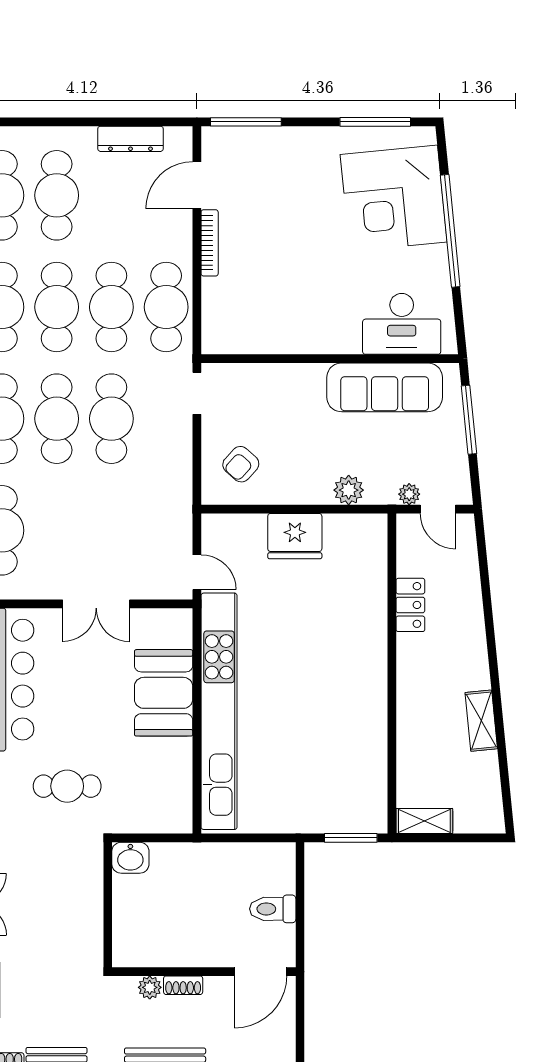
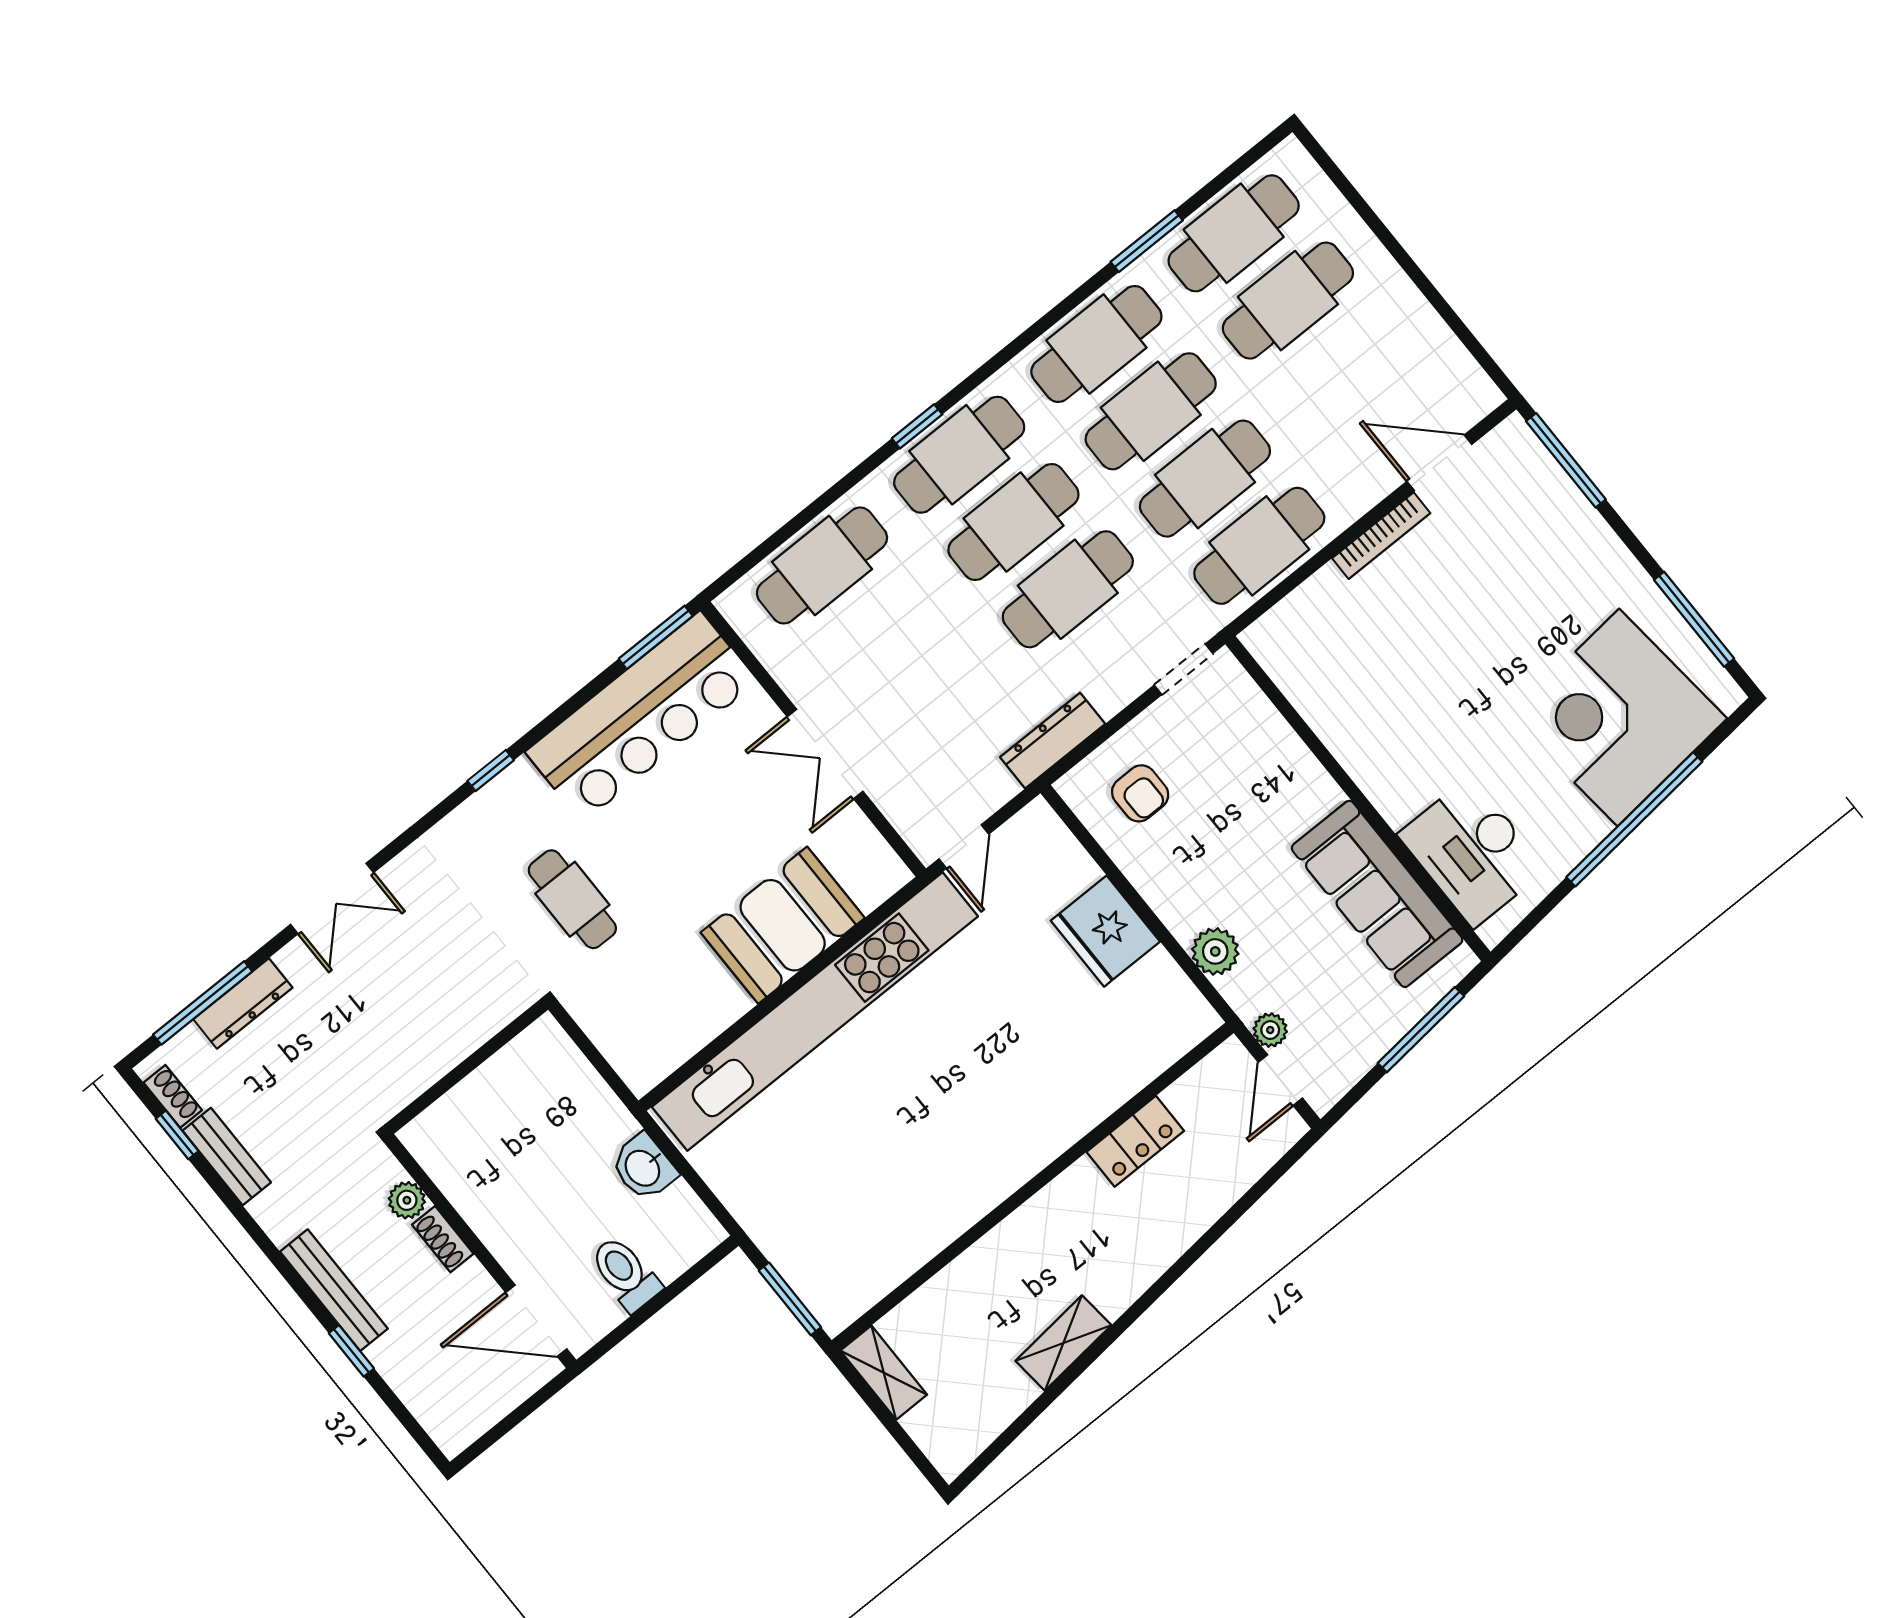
dresser: (130, 139) -> (1053, 741), moved, turned 90
armchair: (241, 464) -> (1140, 793), turned -132
washbasin: (130, 858) -> (644, 1167), moved

